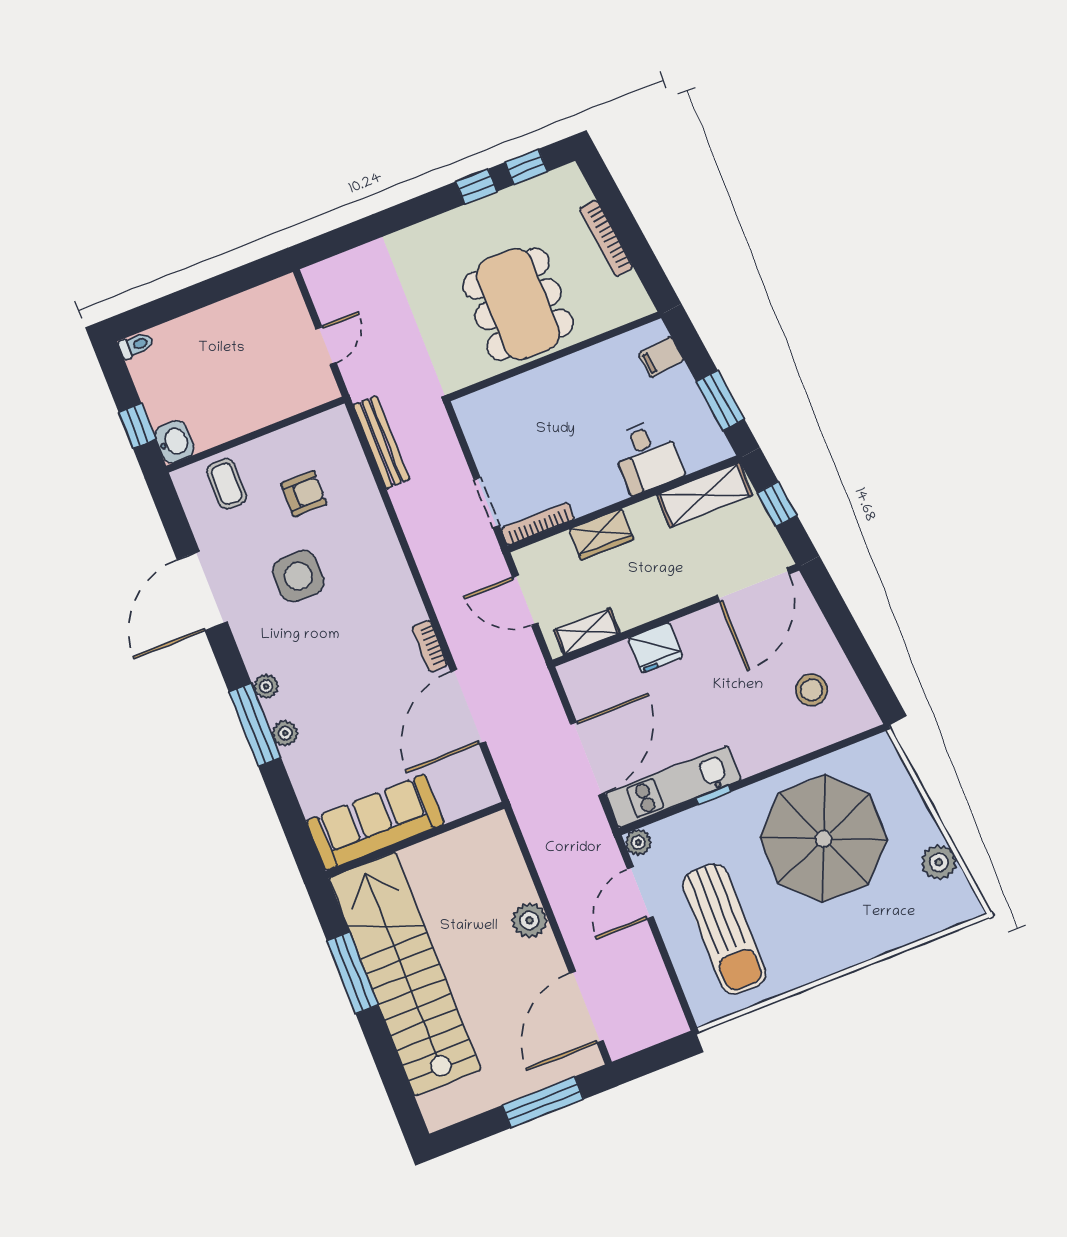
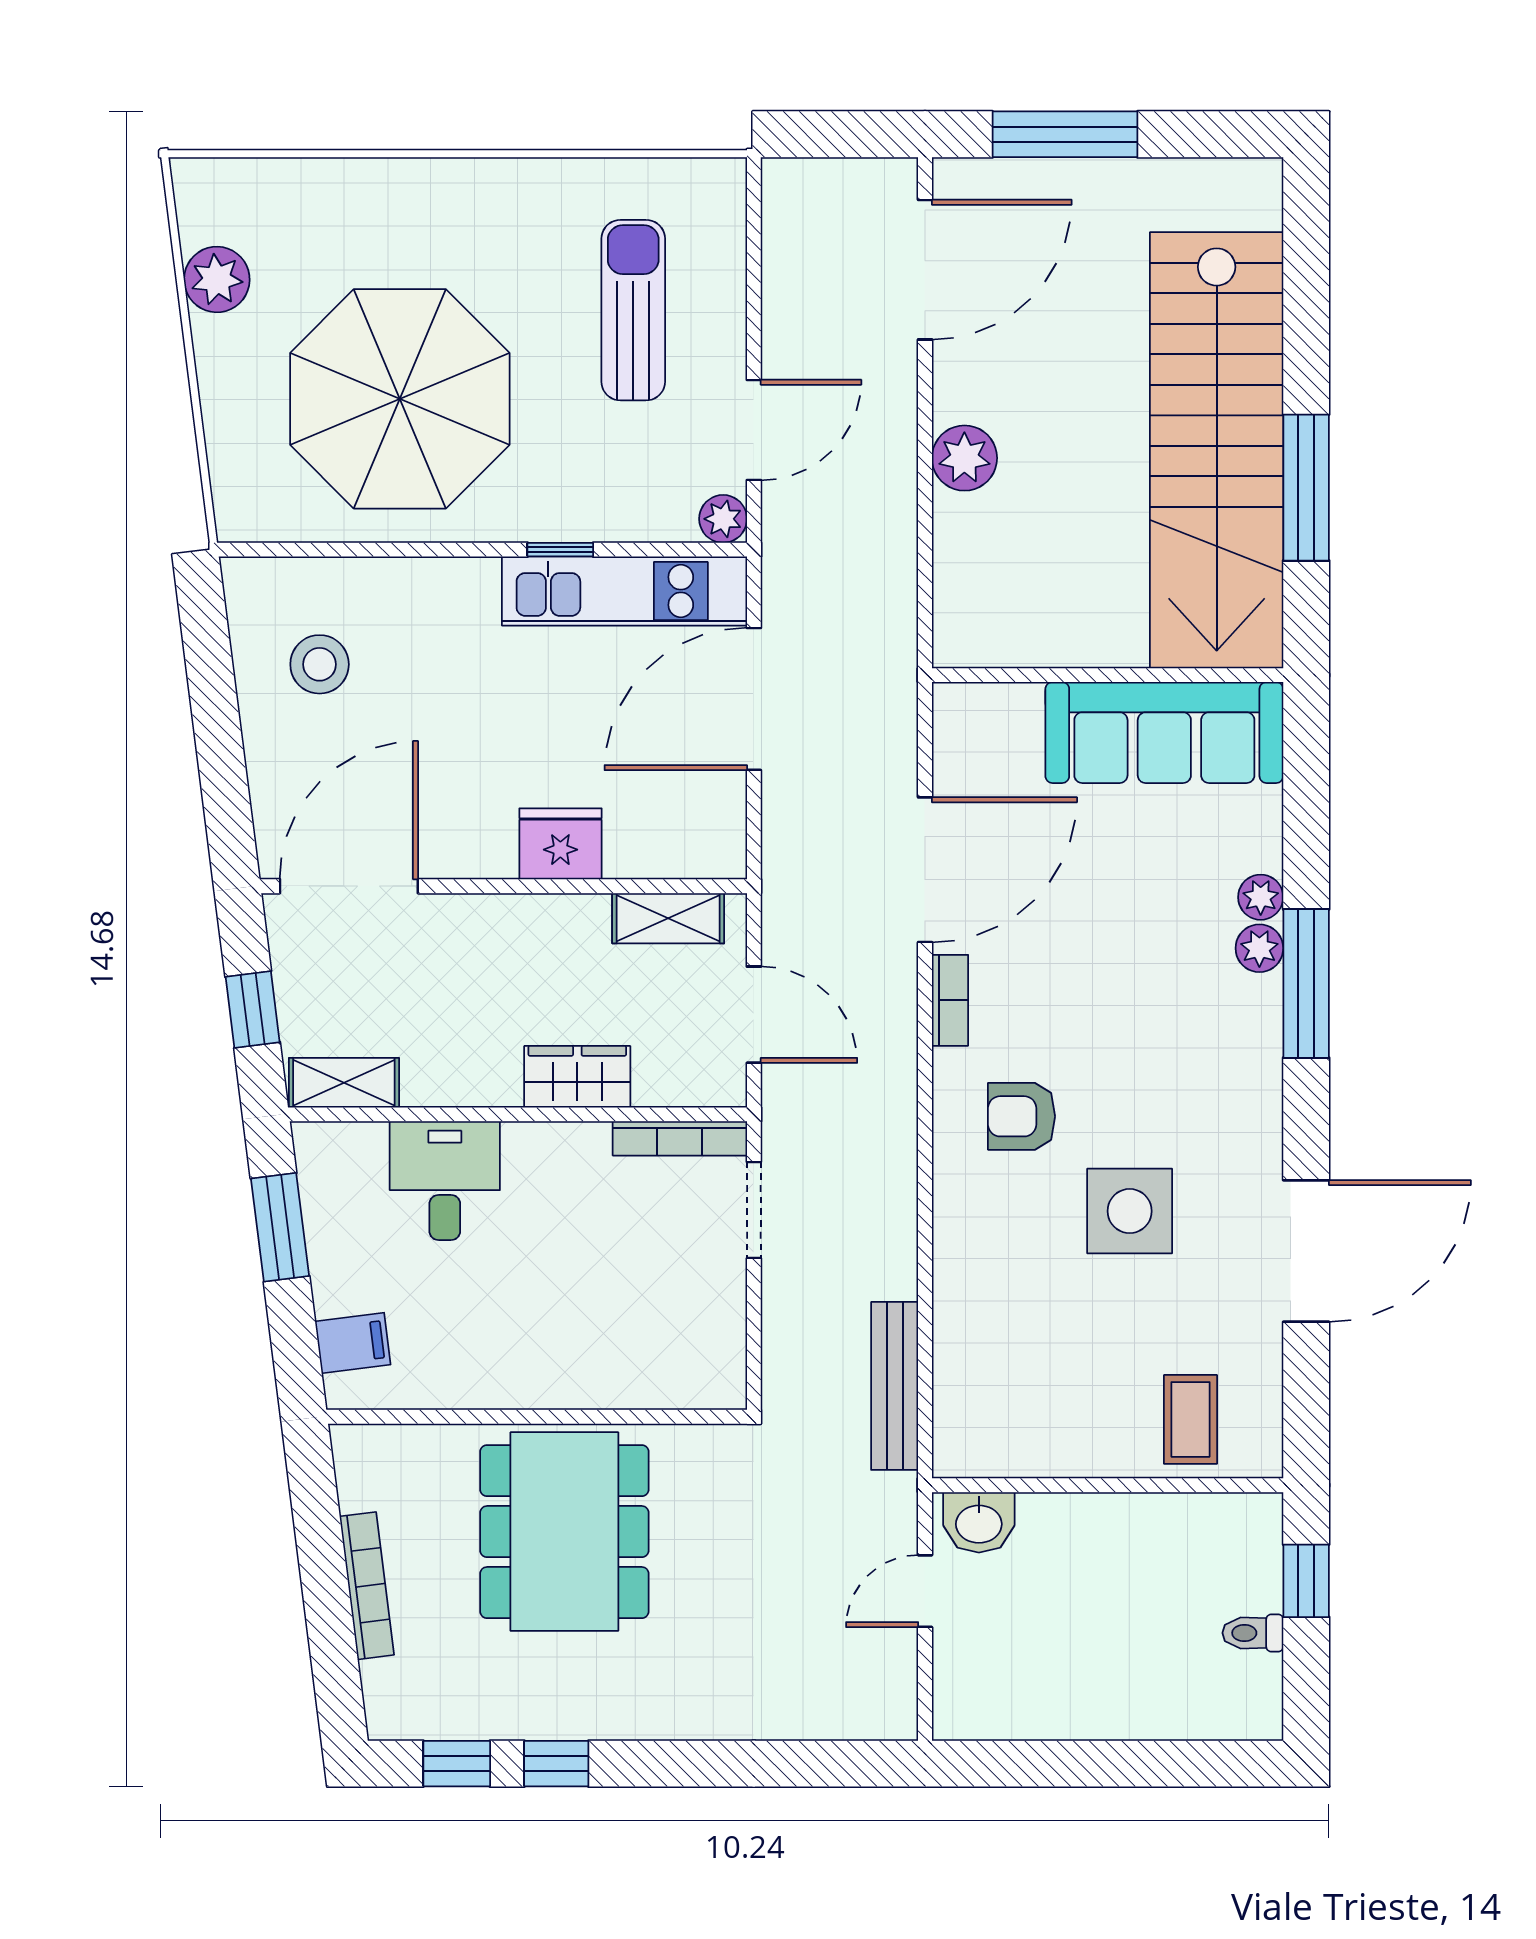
toilet: (136, 345) -> (1253, 1633), moved
washbasin: (174, 442) -> (979, 1522), moved, turned -90
armchair: (304, 494) -> (1022, 1116), moved
shelving: (705, 495) -> (344, 1083), width x0.67, depth x0.75
plant: (266, 686) -> (1261, 897), moved
sun lounger: (724, 929) -> (633, 310), width x0.73, depth x0.75

